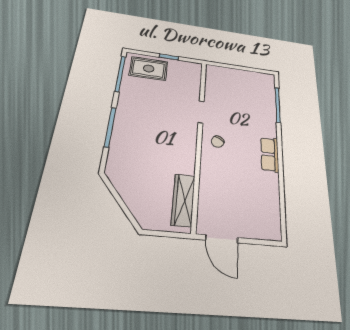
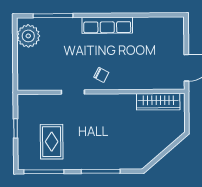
rug: (149, 69) -> (52, 142), moved
plant: (258, 81) -> (28, 36), added
row of seats: (270, 154) -> (107, 25), width x1.48

